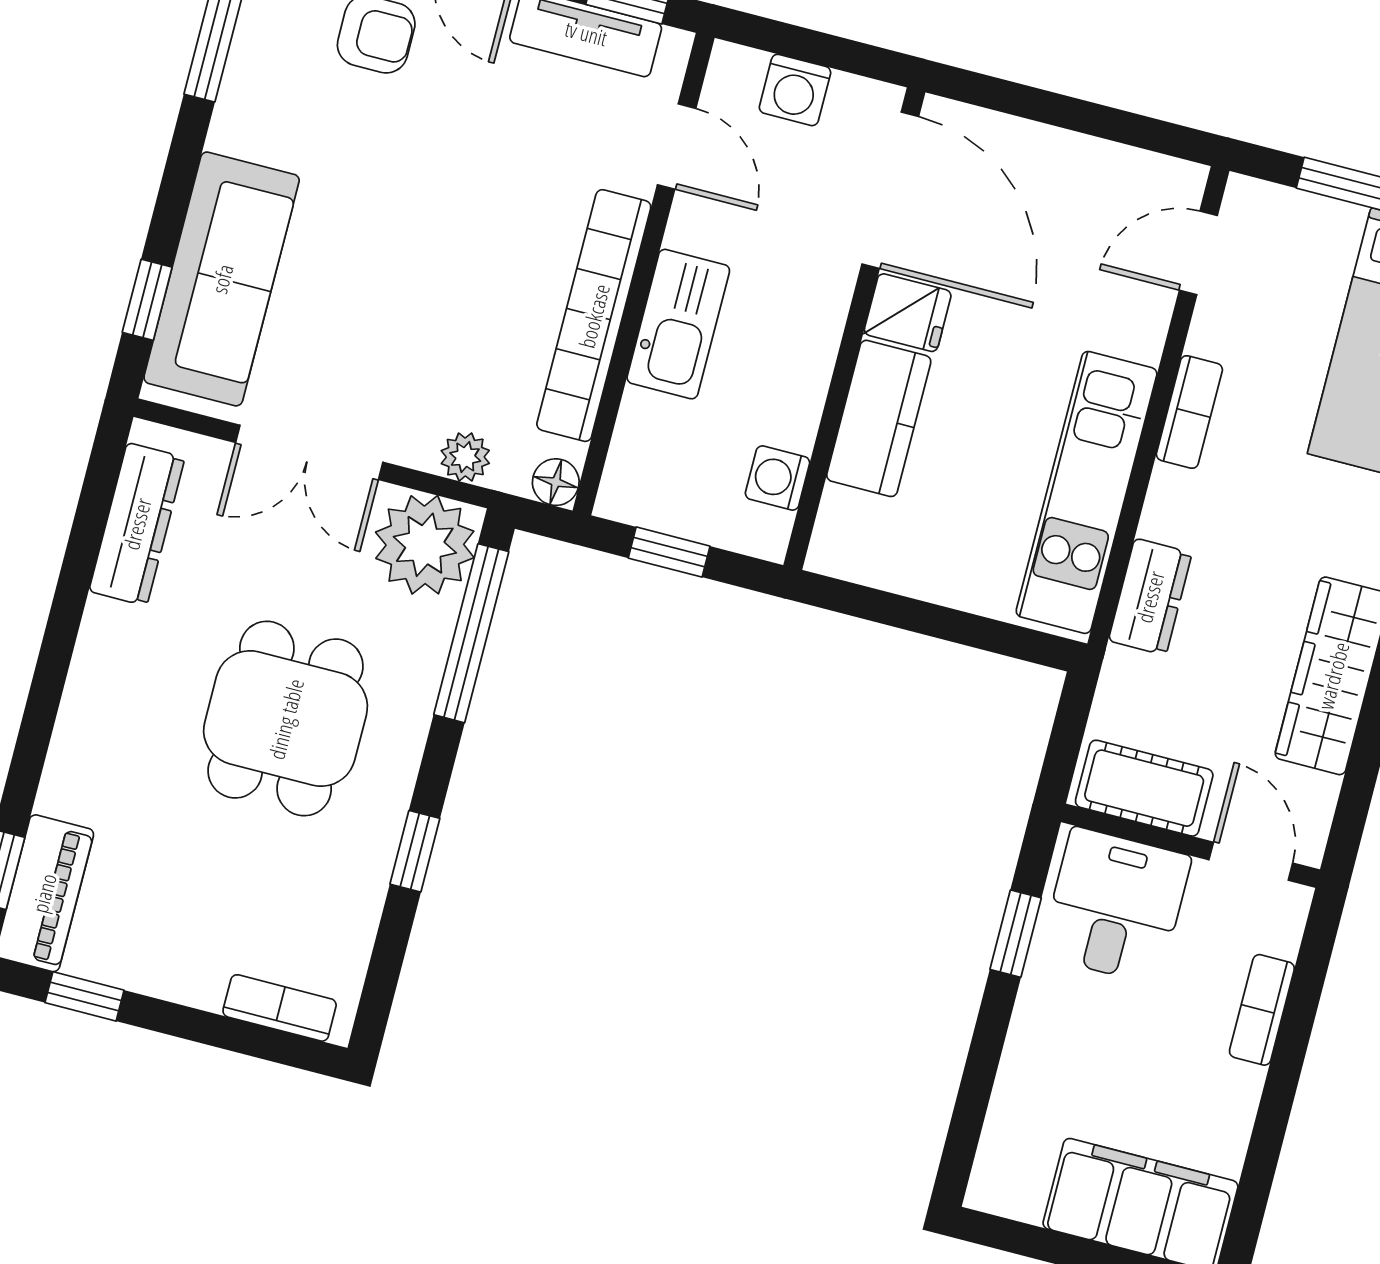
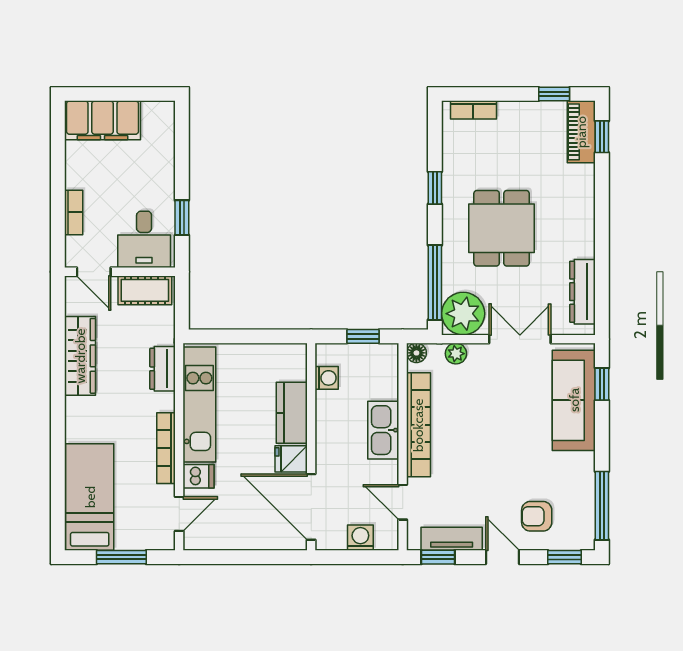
dishwasher: (1131, 328) -> (198, 476), added
bookcase: (1189, 412) -> (166, 448), width x1.56

